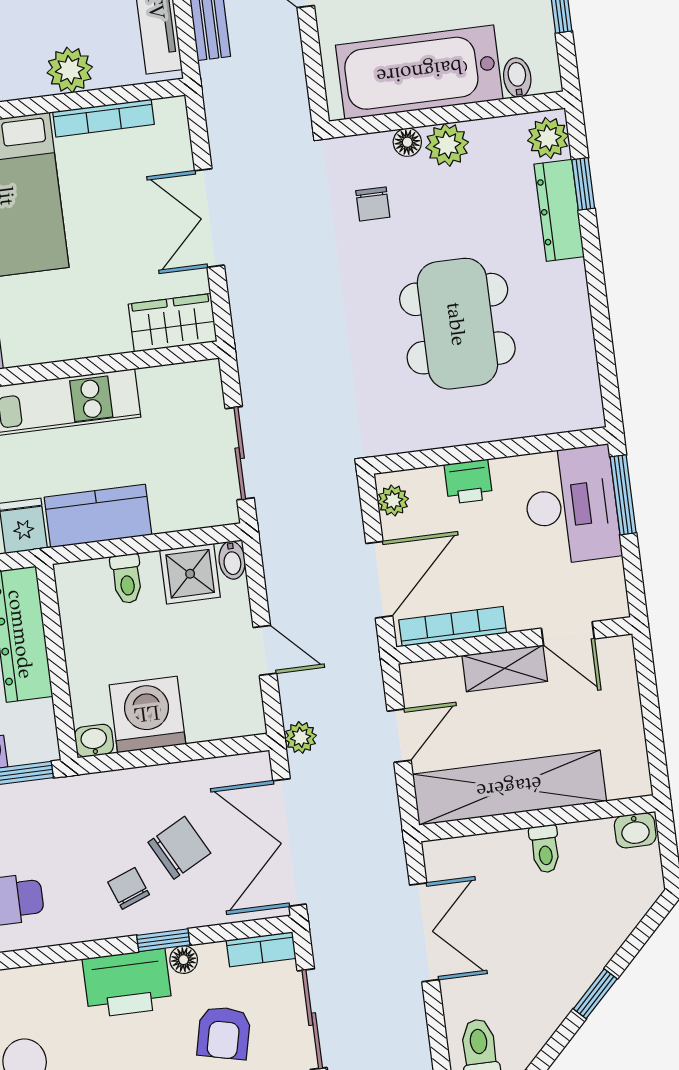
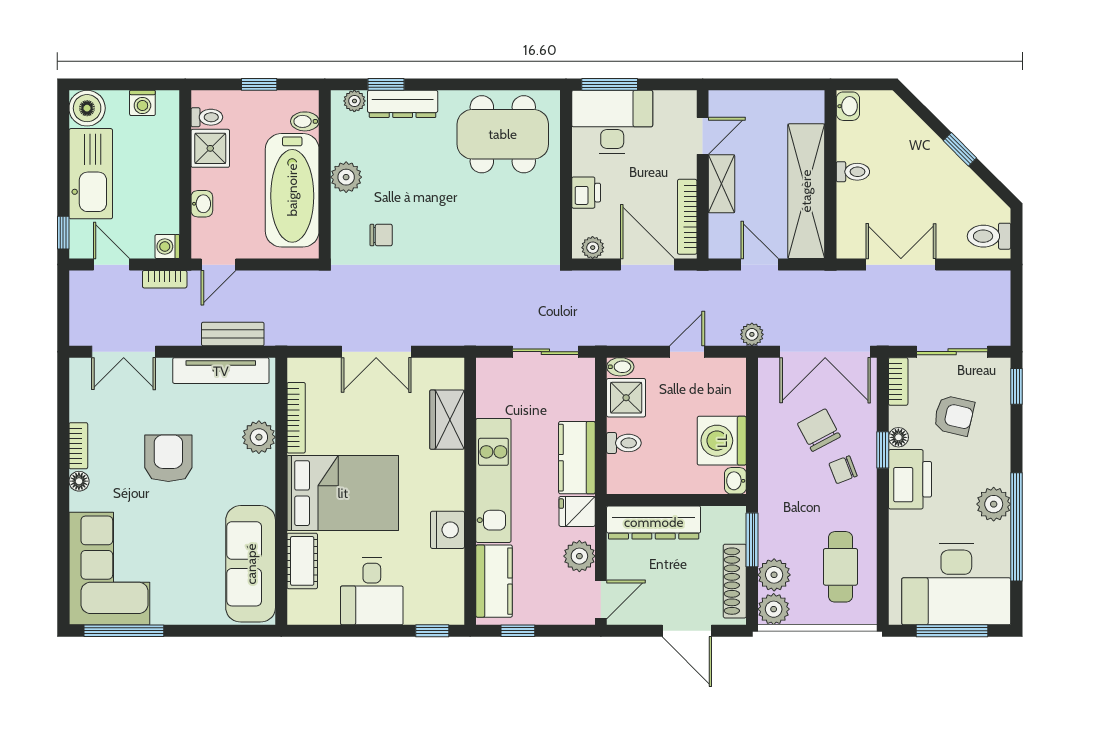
plant: (548, 138) -> (354, 101), width x0.73, depth x0.73
floor lamp: (407, 142) -> (341, 205), removed
wardrobe: (173, 323) -> (447, 420), moved
dining table: (457, 324) -> (503, 134), moved

